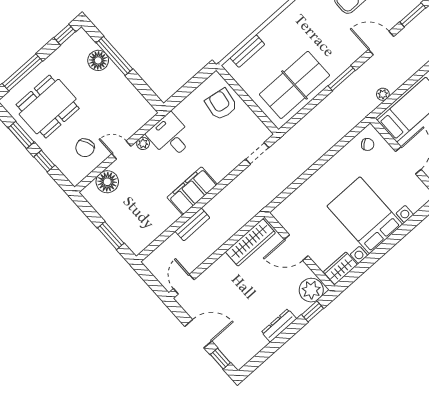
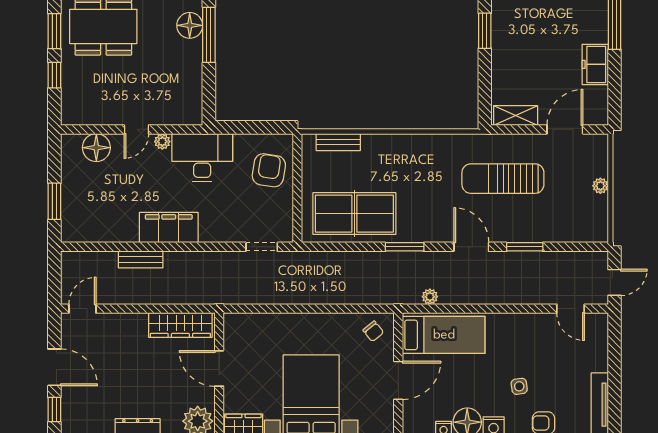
desk: (170, 136) -> (202, 157), width x1.37
chair: (85, 148) -> (104, 97), removed
door: (121, 150) -> (136, 129), swing flipped

